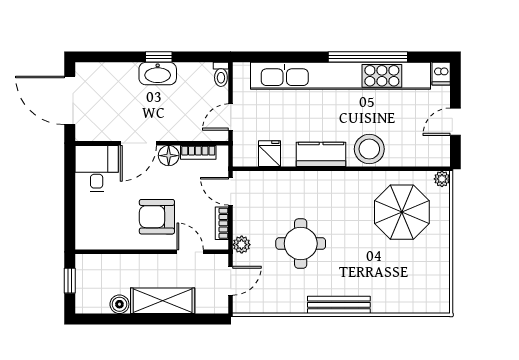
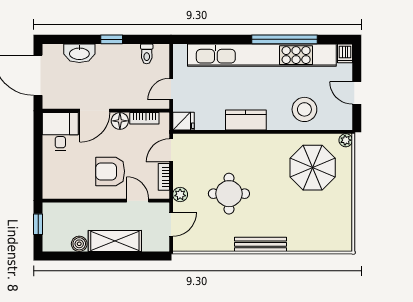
washbasin: (158, 74) -> (79, 53), moved
toilet: (221, 74) -> (147, 54), moved
door: (455, 122) -> (357, 93), hinge flipped
stool: (369, 149) -> (304, 109), moved
fridge: (270, 154) -> (184, 121), moved, turned 90
door: (231, 191) -> (171, 150), hinge flipped

